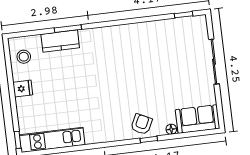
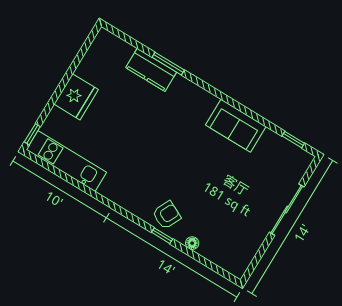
stool: (24, 57) -> (103, 57), removed
fridge: (23, 89) -> (76, 97), width x1.88, depth x1.34
sofa: (198, 119) -> (236, 126), moved, turned 180

